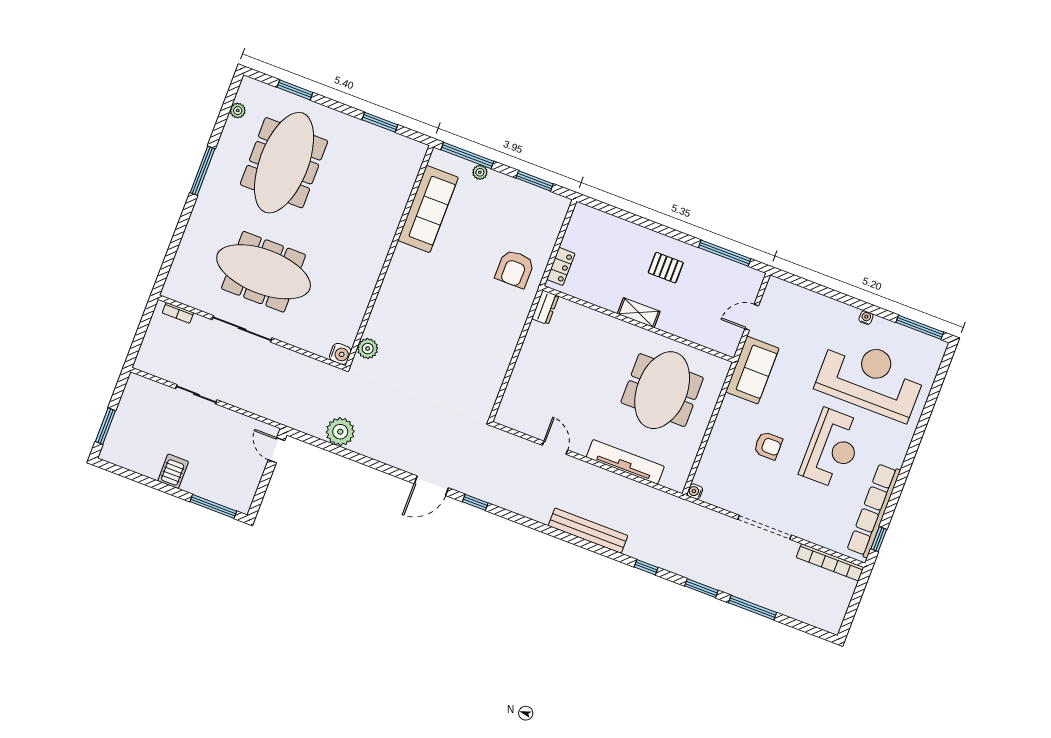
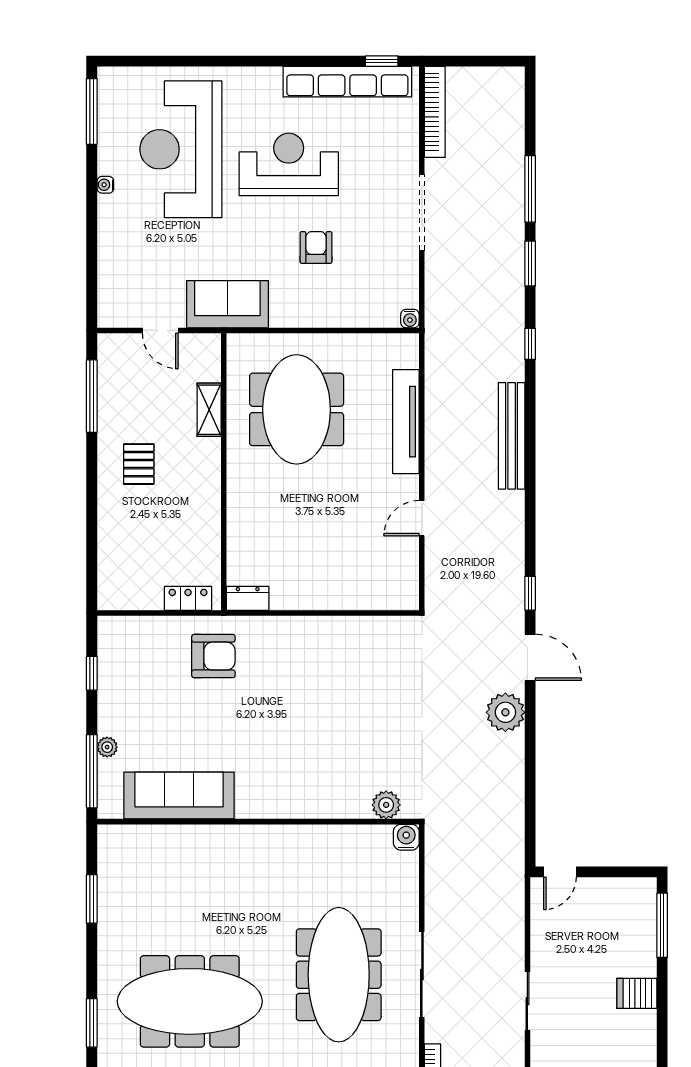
window: (535, 181) -> (92, 673), width x0.67
shelving: (639, 313) -> (209, 410), moved
meeting table: (662, 390) -> (297, 409), turned 90
plant: (340, 432) -> (505, 712), moved

